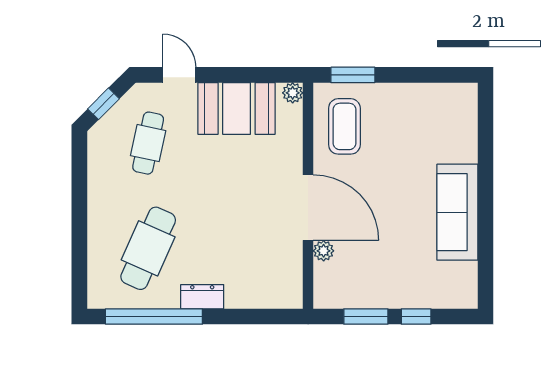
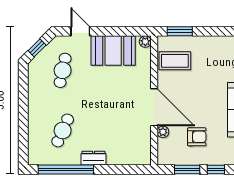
coffee table: (344, 126) -> (175, 61), turned 90
cafe table: (148, 248) -> (63, 130), width x0.73, depth x0.74
armchair: (383, 259) -> (197, 137), added

